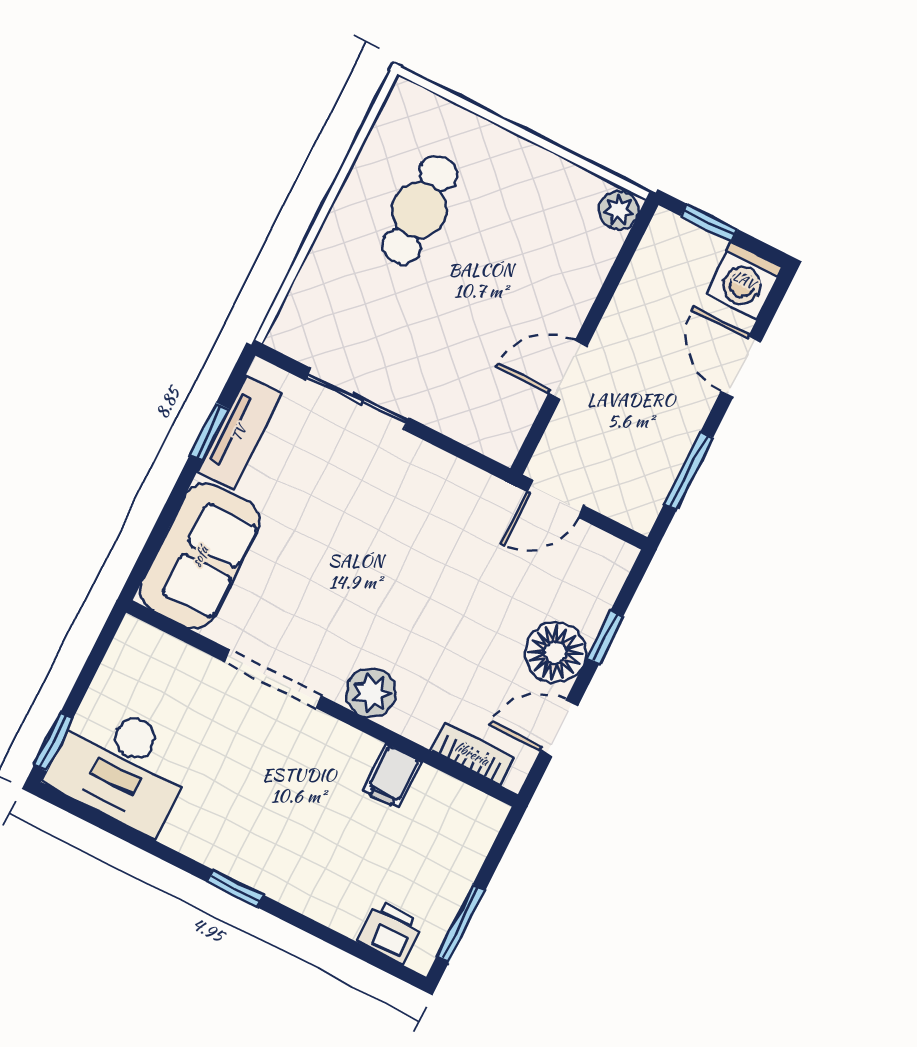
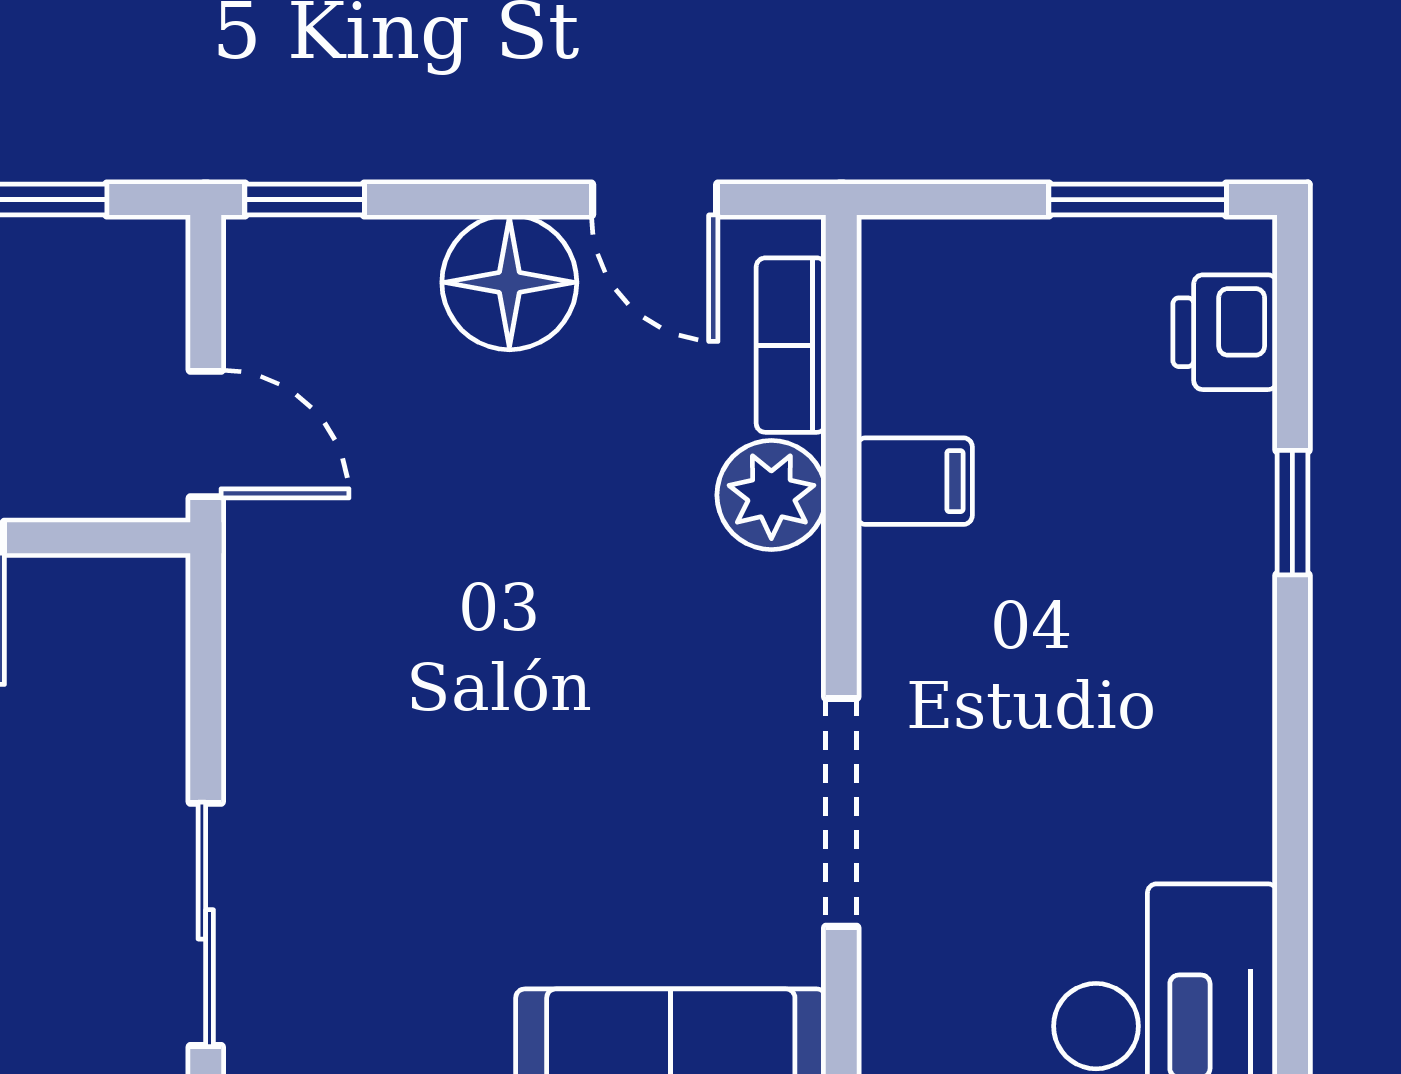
window: (605, 637) -> (305, 200), moved
plant: (371, 693) -> (771, 495), moved
window: (235, 888) -> (1292, 513), moved

